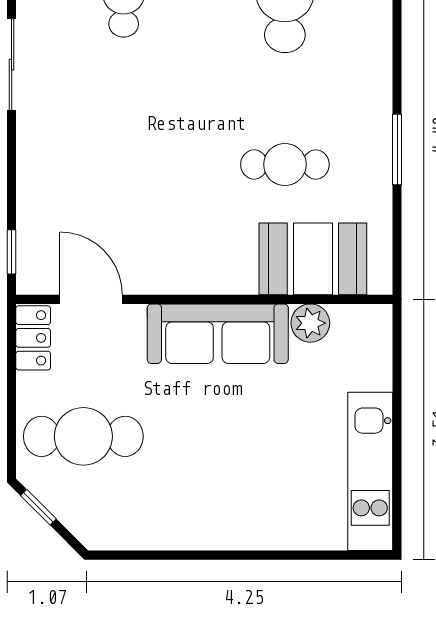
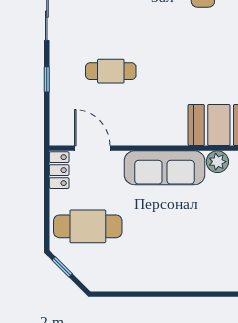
cafe table: (285, 165) -> (111, 71), moved
window: (12, 252) -> (47, 79), moved

